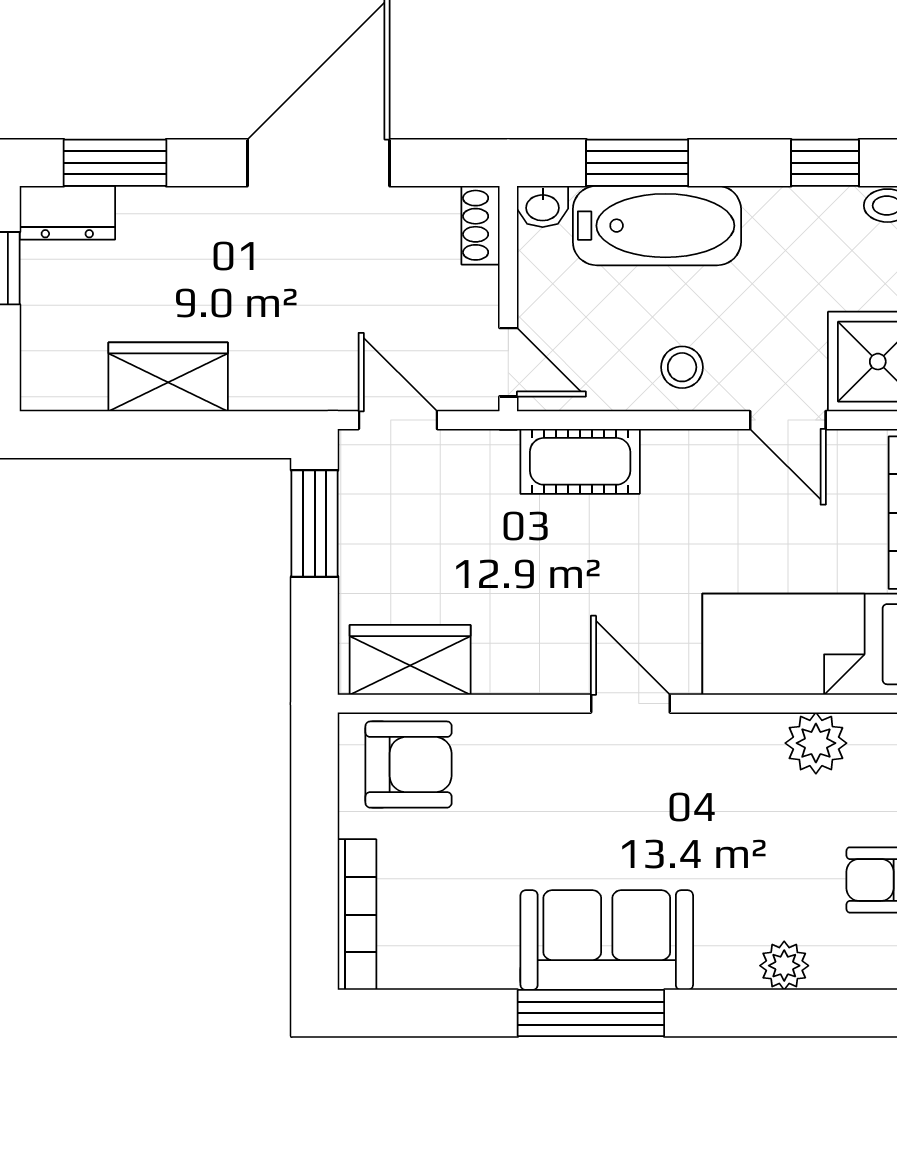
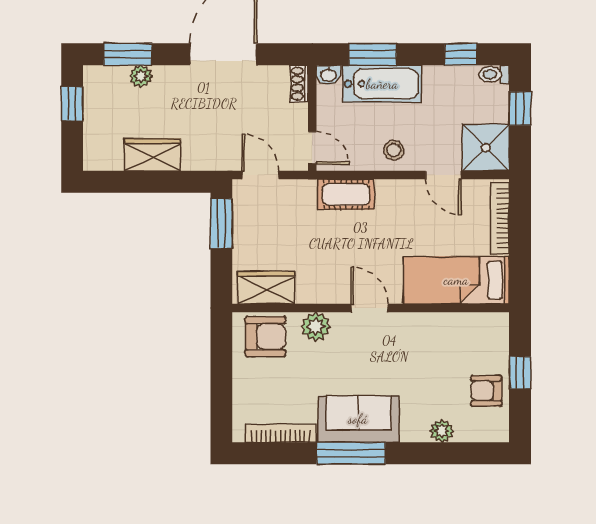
plant: (143, 209) -> (141, 76), added
dresser: (67, 213) -> (105, 78), removed
plant: (816, 743) -> (316, 327), moved
bookcase: (357, 915) -> (280, 433), moved, turned -90

